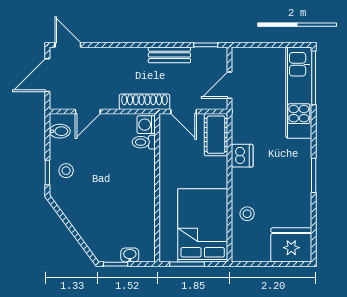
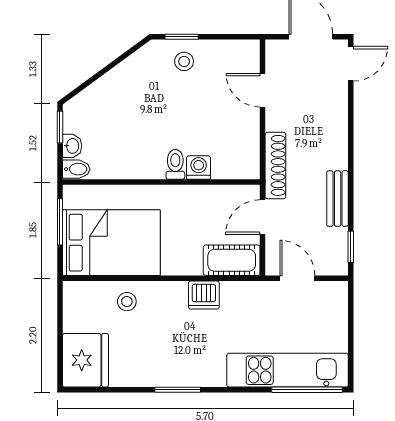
washing machine: (146, 125) -> (199, 168), moved
bidet: (60, 131) -> (76, 169), moved, turned -90
toilet: (144, 142) -> (175, 164), moved

